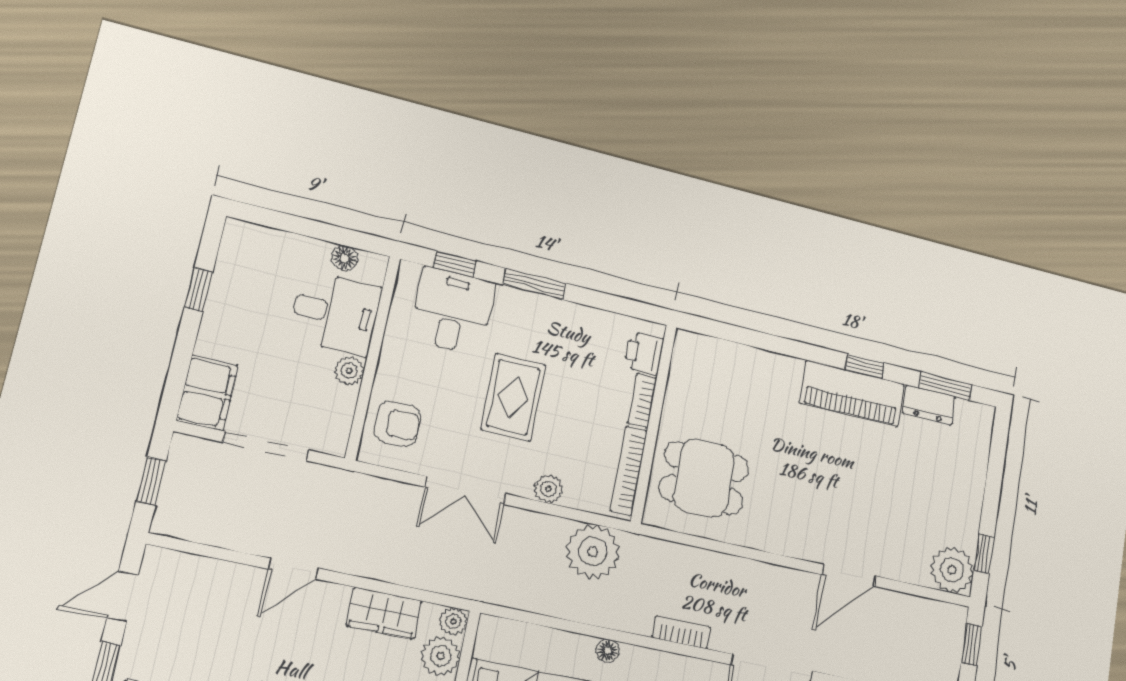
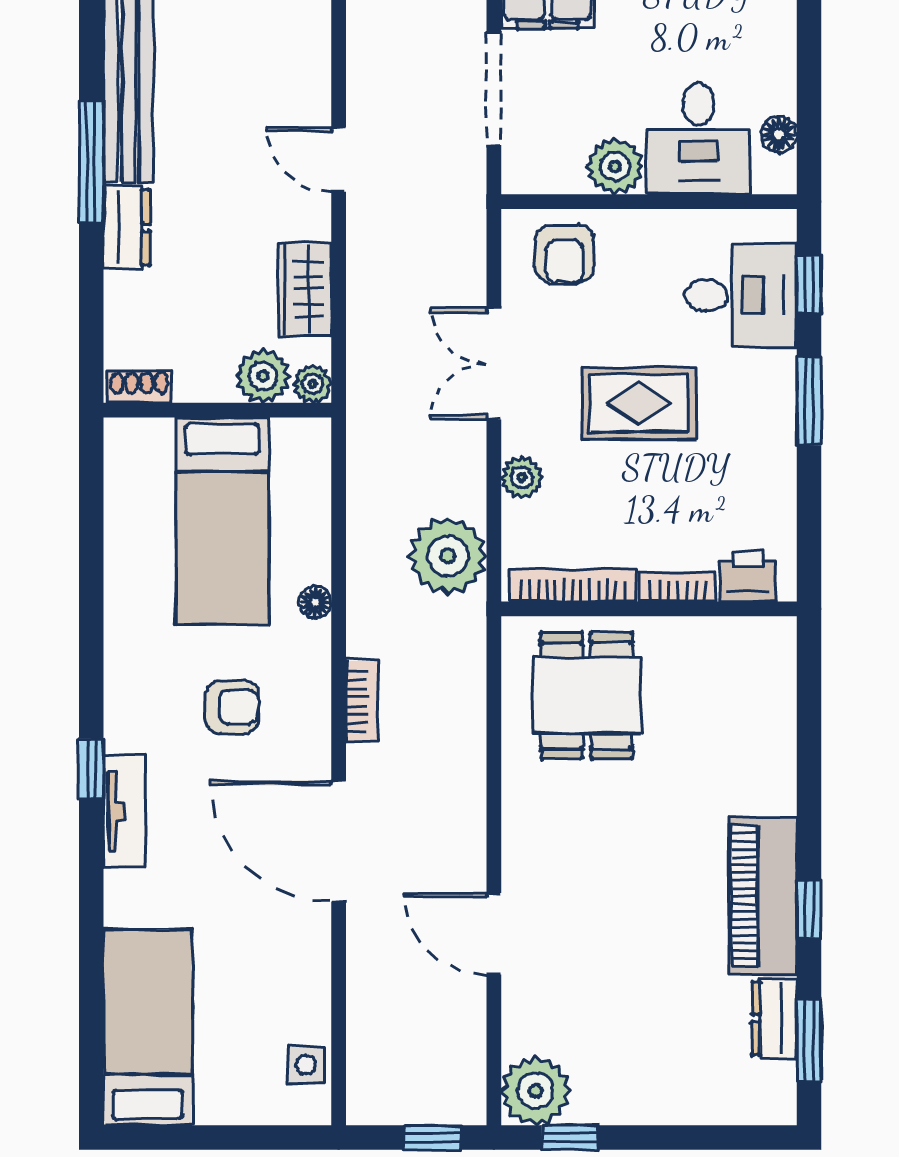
plant: (349, 371) -> (615, 166), width x1.38, depth x1.38

